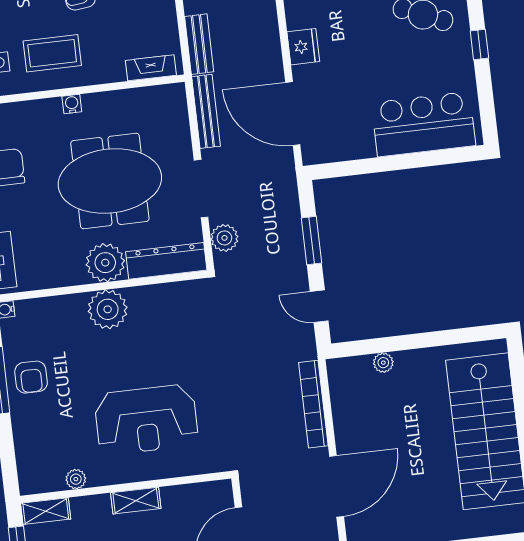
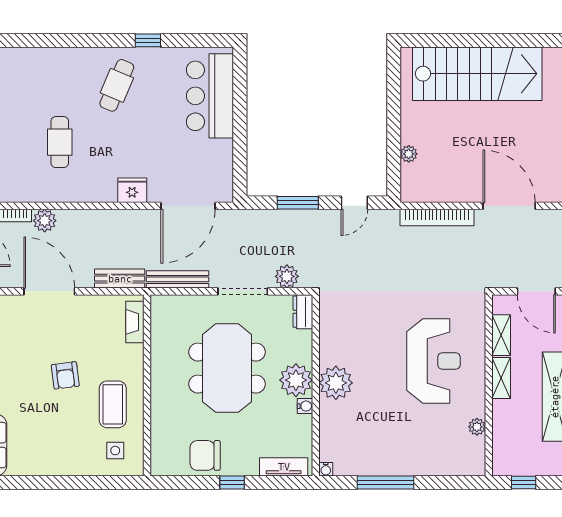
water cooler: (72, 104) -> (305, 406), moved, turned 180
dresser: (166, 261) -> (303, 312), width x0.51, depth x0.80
armchair: (31, 377) -> (386, 455), removed
shelving: (46, 511) -> (501, 335), moved

